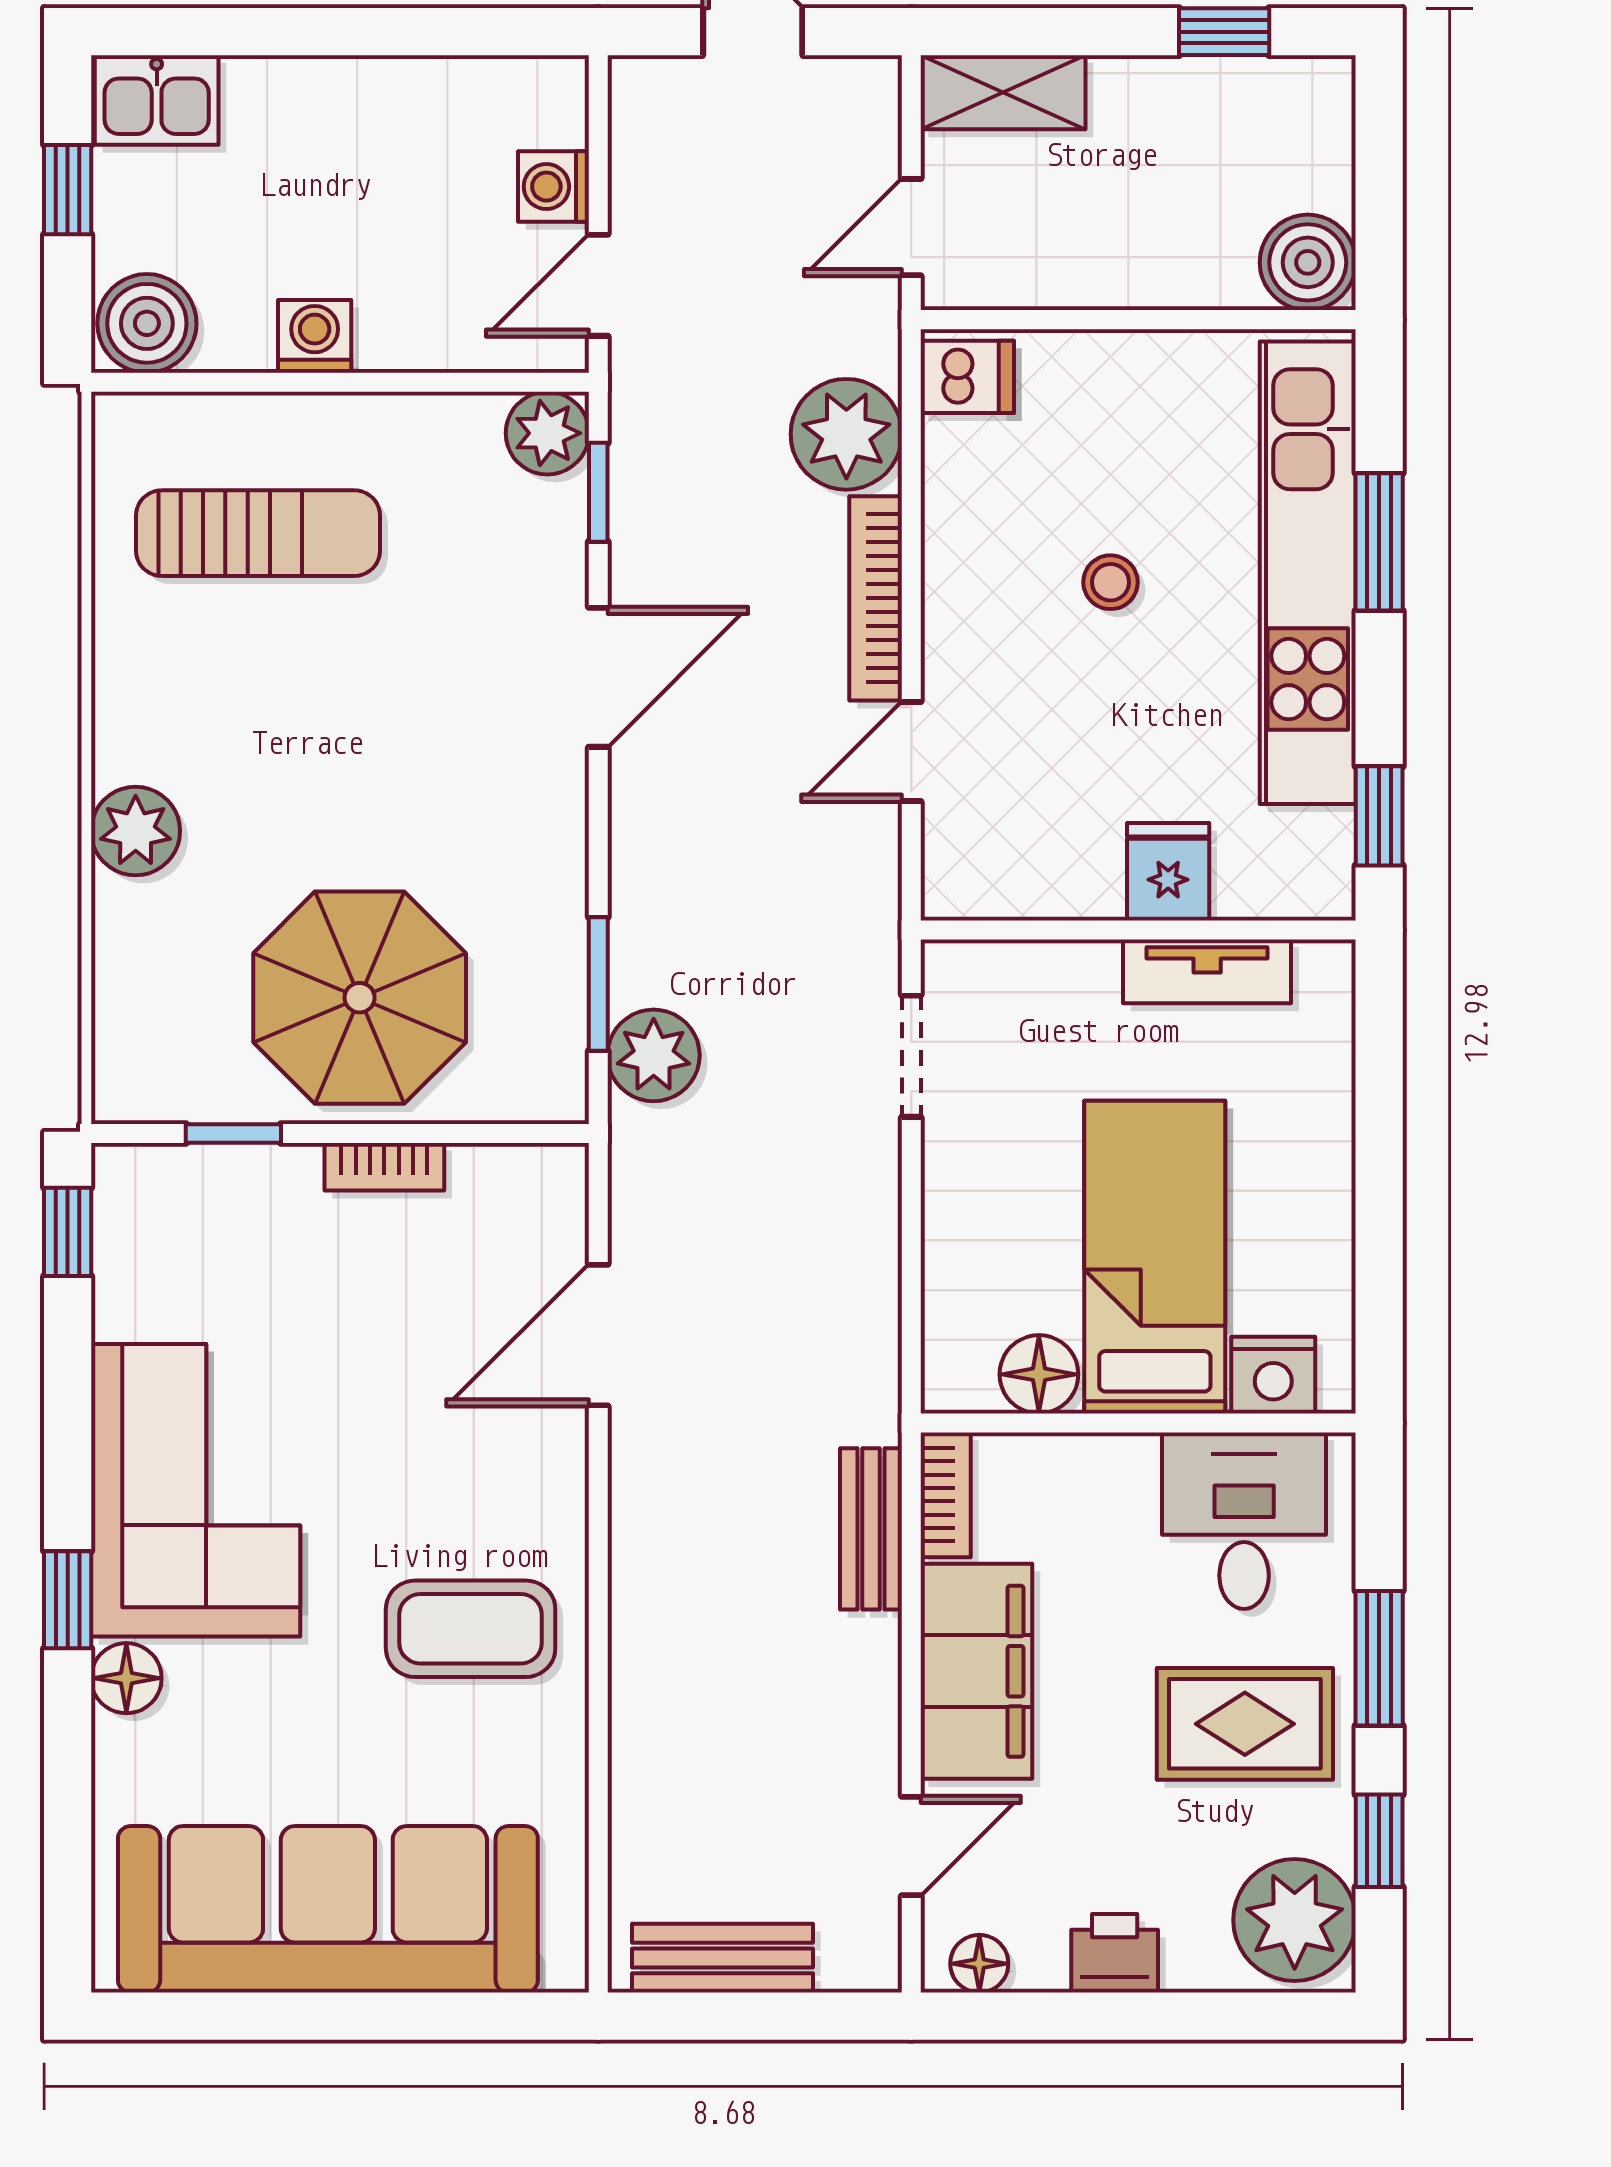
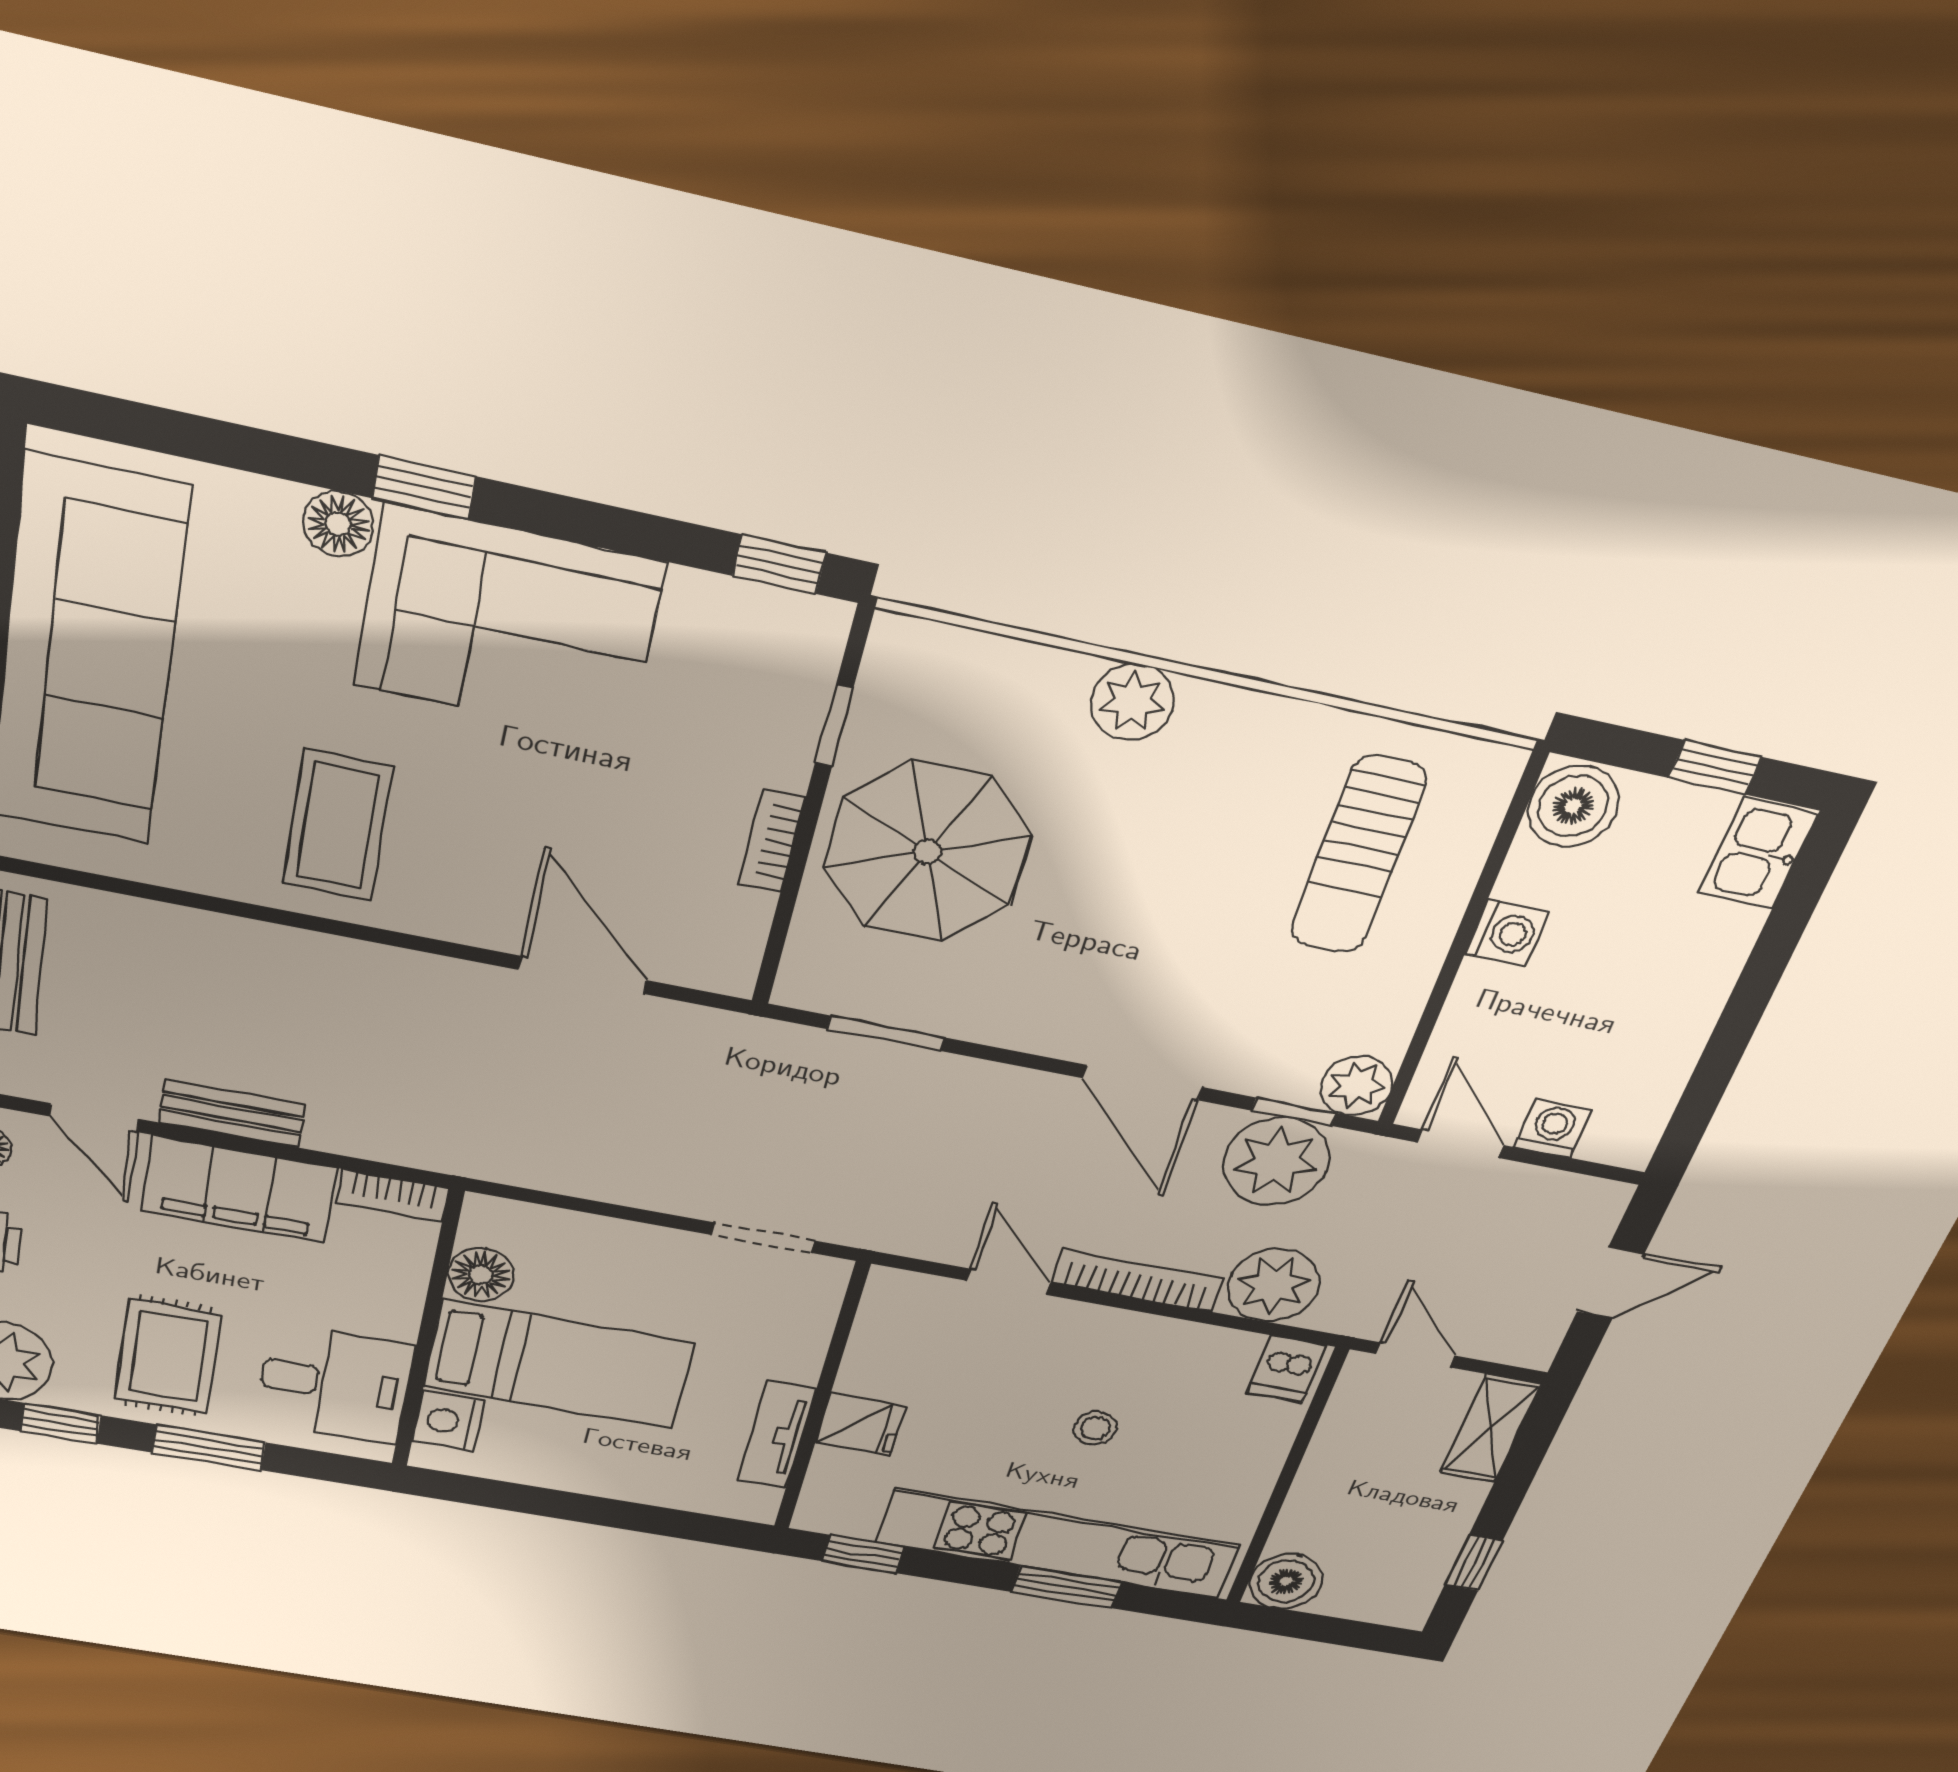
plant: (654, 1055) -> (1276, 1161), moved, width x1.36, depth x1.36
bench: (871, 1529) -> (232, 1114), moved

